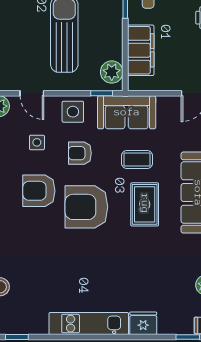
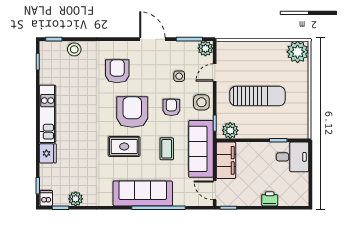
filing cabinet: (141, 50) -> (226, 160), moved, turned -90
sofa: (127, 112) -> (201, 149), width x1.36
armchair: (39, 191) -> (117, 71), moved
rug: (145, 204) -> (124, 146), moved

